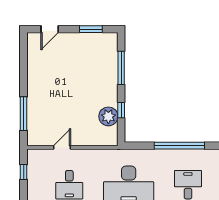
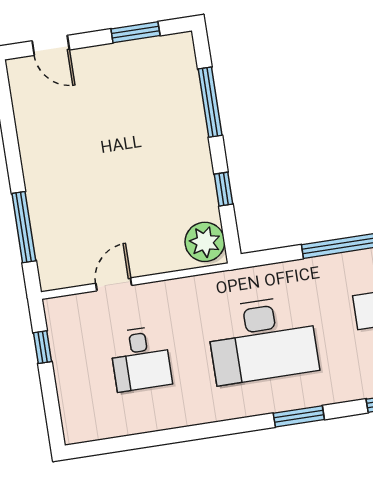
door: (50, 29) -> (51, 45), hinge flipped
plant: (108, 116) -> (205, 242), moved

